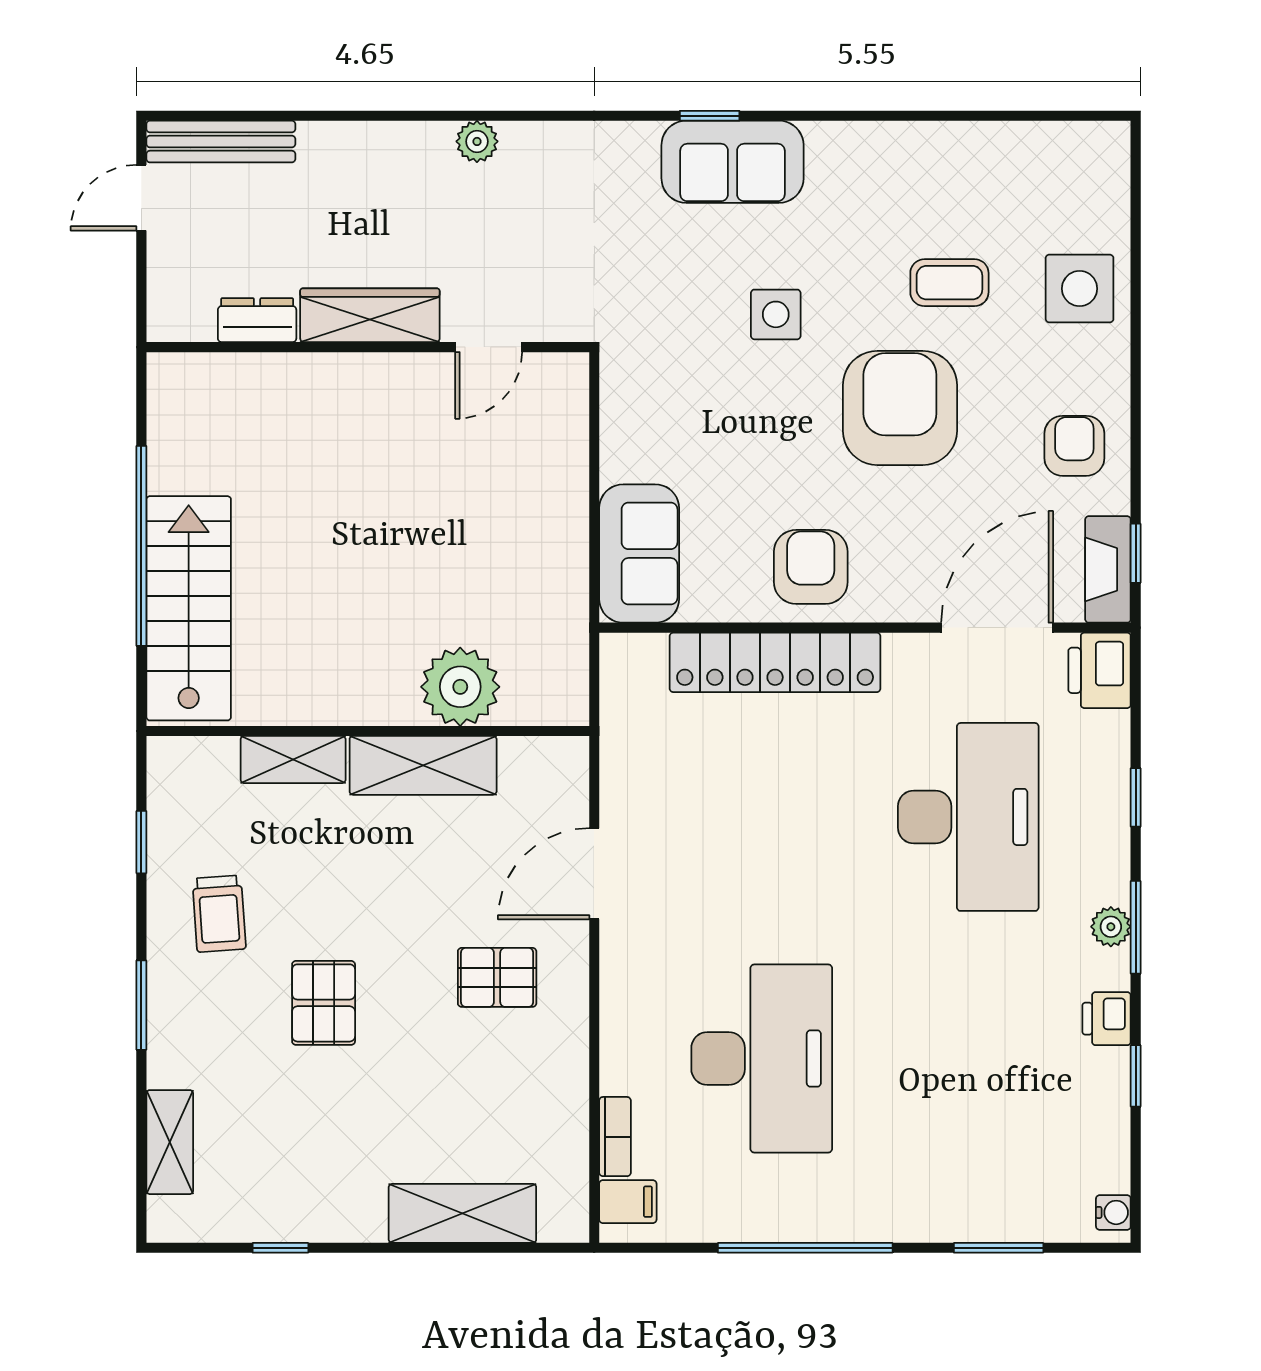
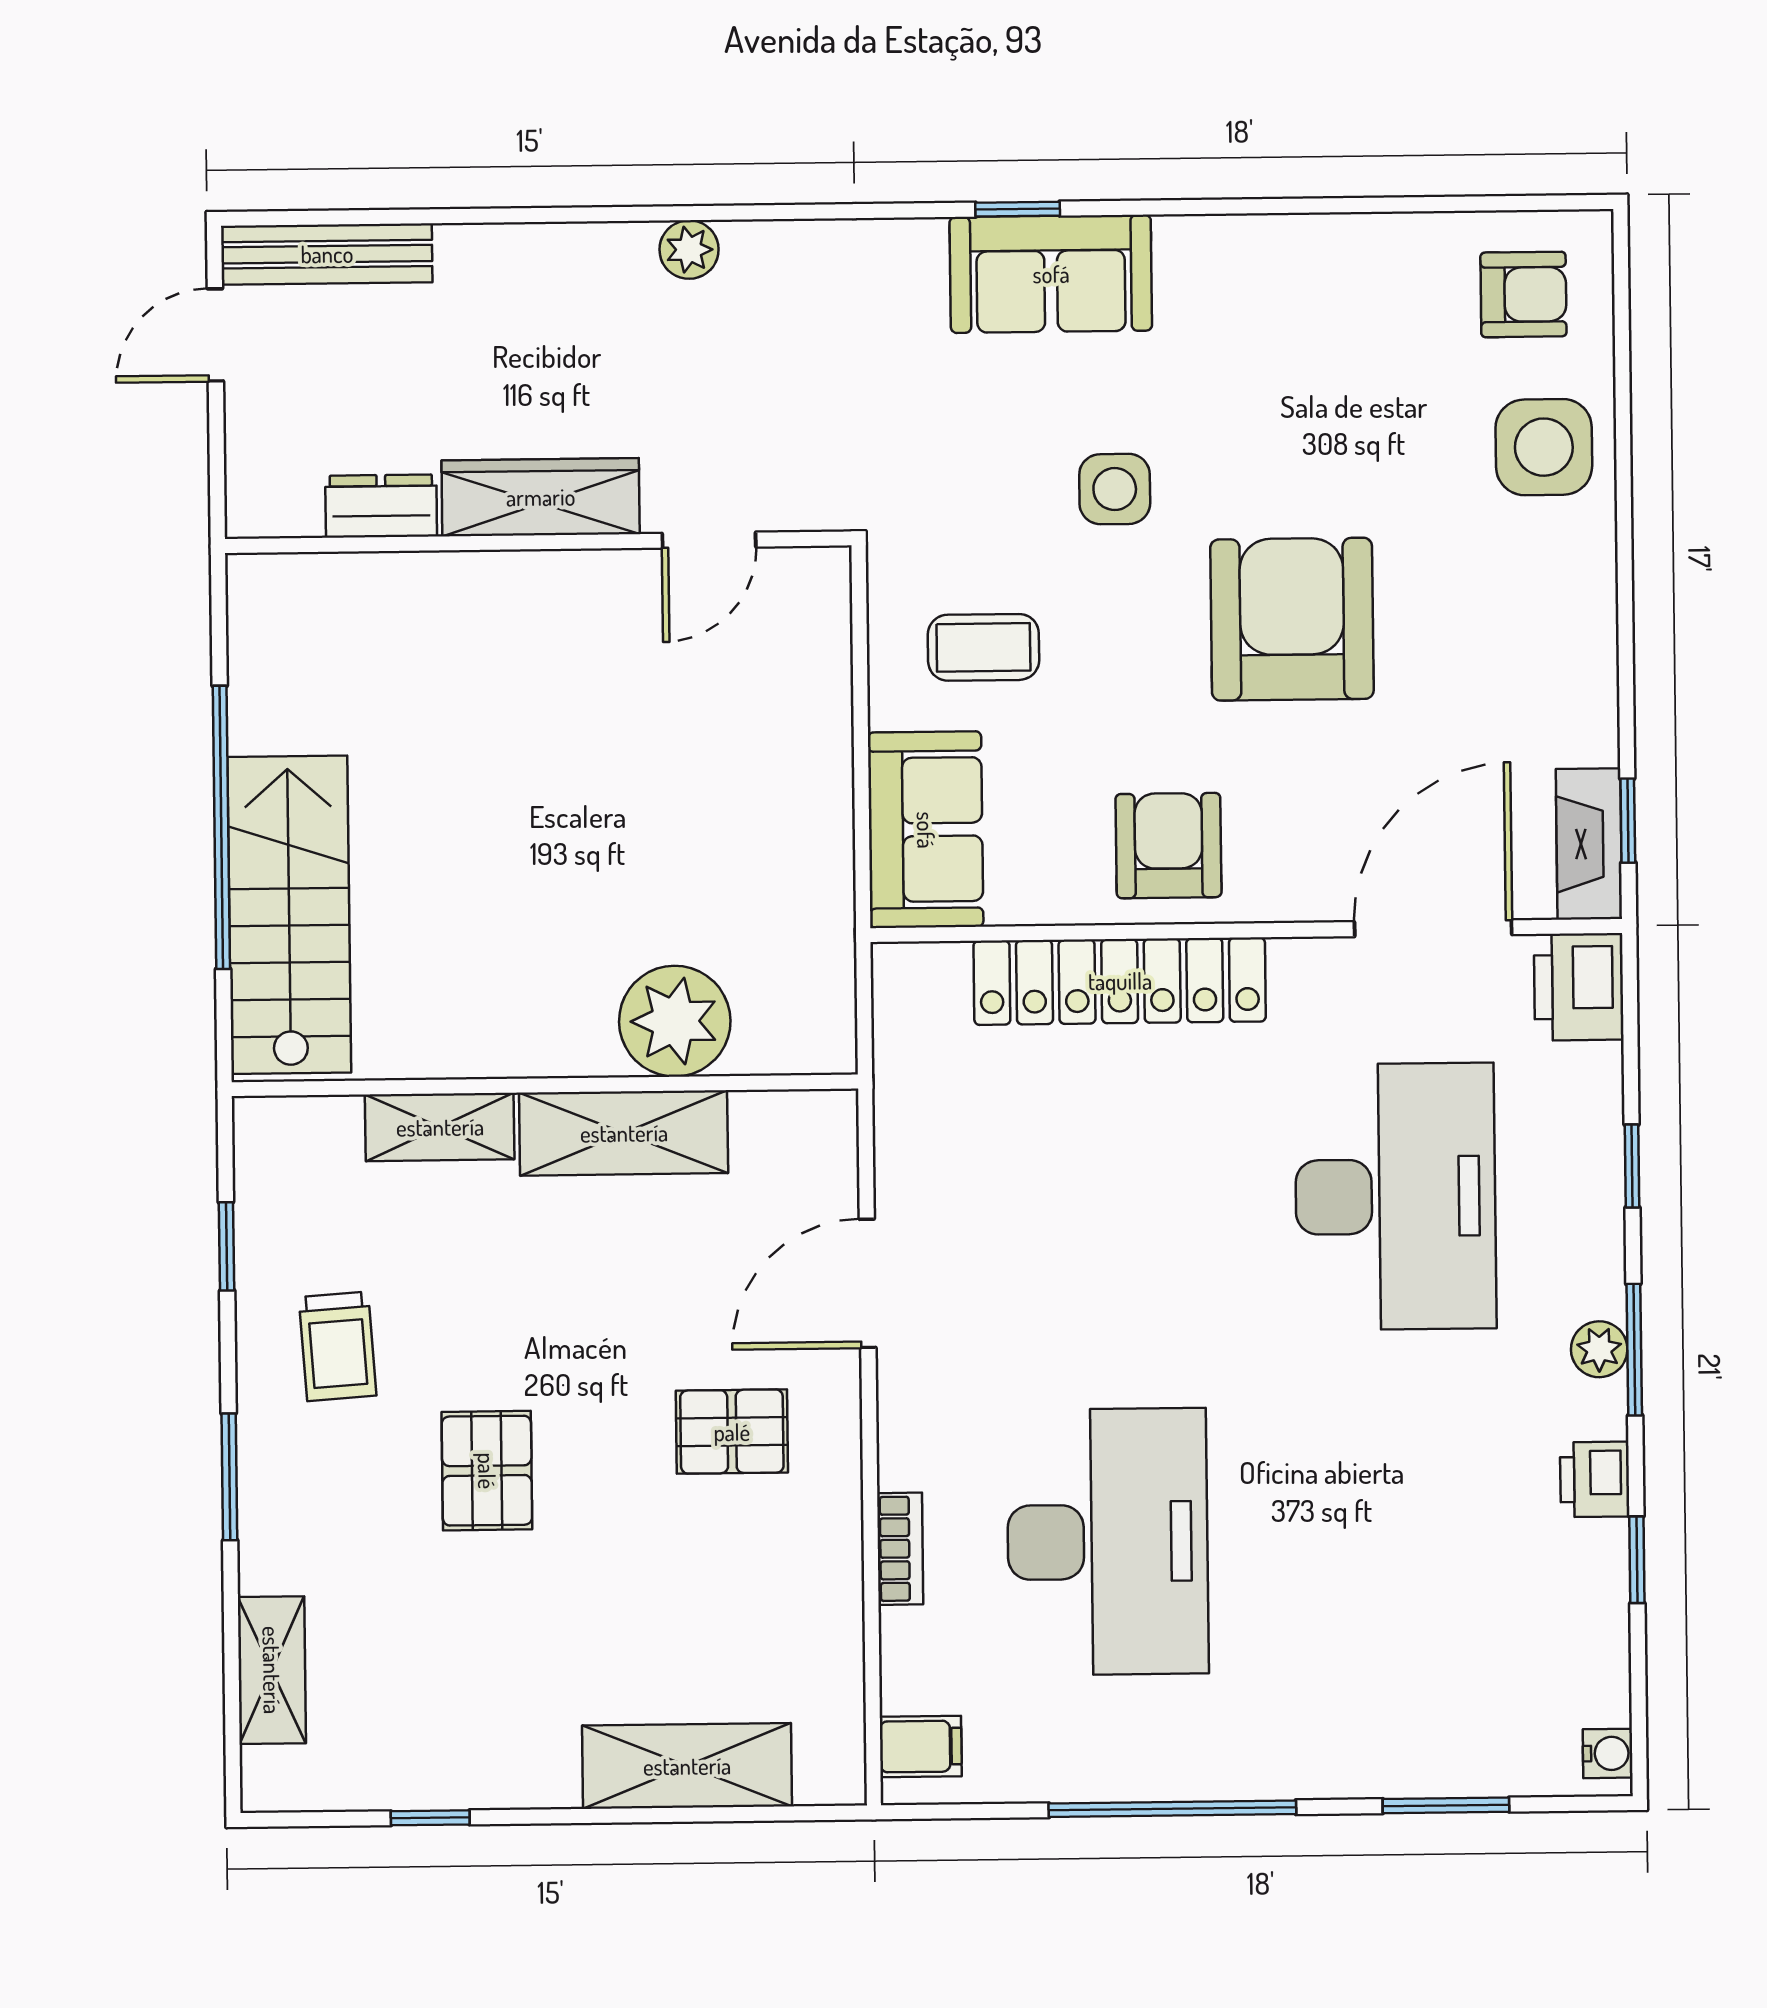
coffee table: (949, 283) -> (983, 647), moved
armchair: (1074, 446) -> (1523, 294), moved, turned 90
bookcase: (615, 1137) -> (900, 1549), moved

